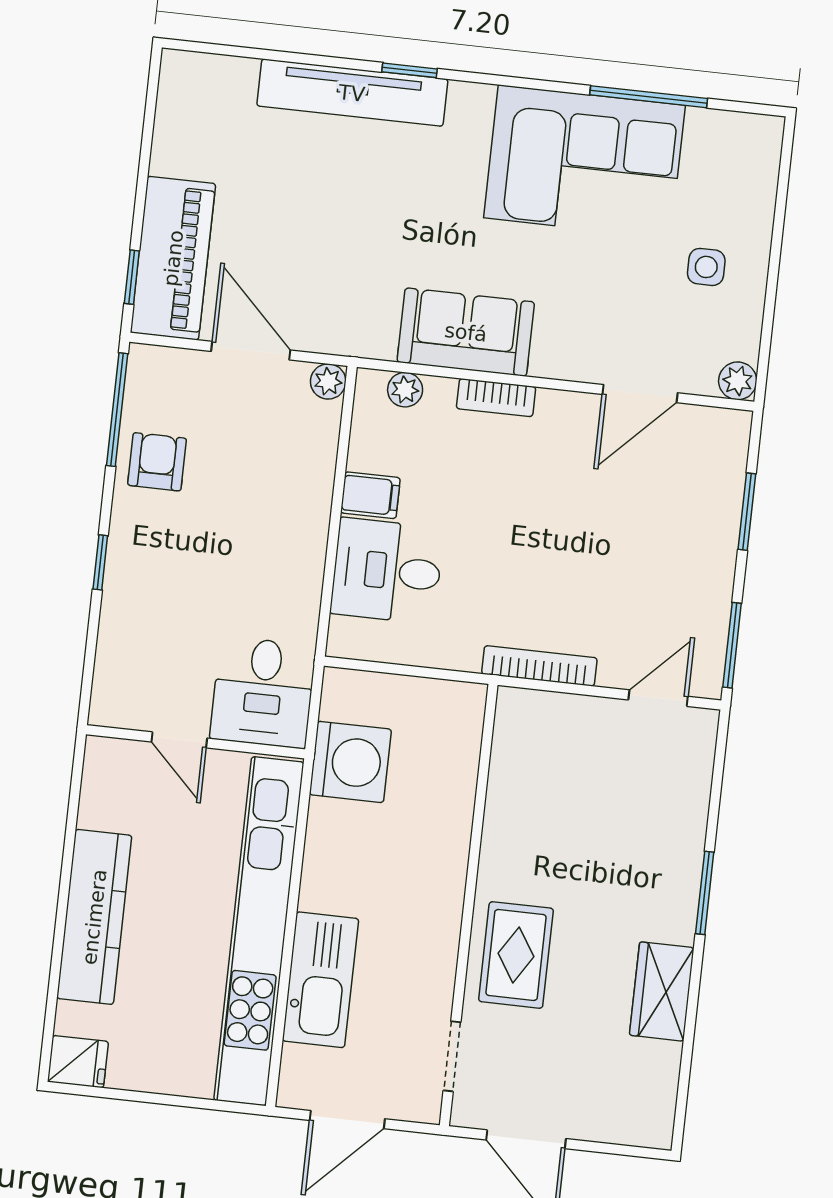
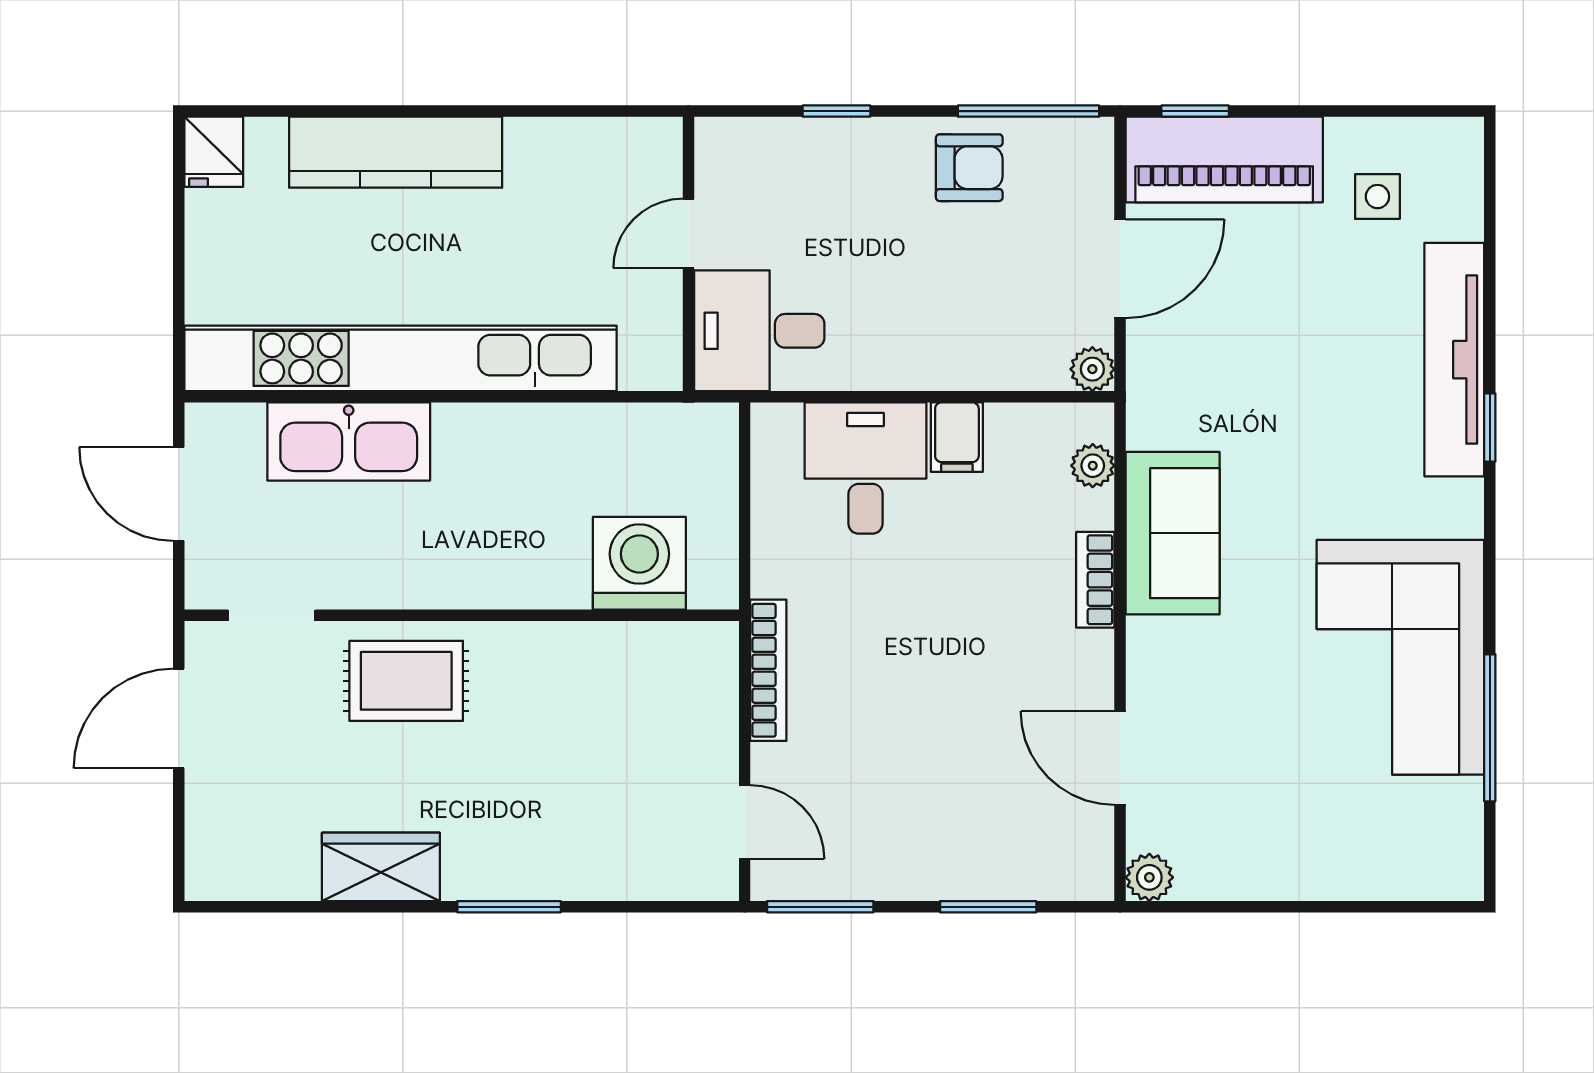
side table: (706, 267) -> (1377, 197), moved
desk: (263, 692) -> (759, 331), moved
door: (179, 740) -> (689, 233), moved
wall: (196, 742) -> (689, 254), moved
washing machine: (350, 762) -> (639, 563), moved, turned 180

